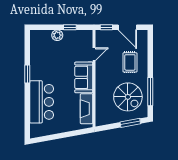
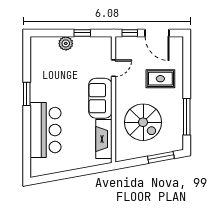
rug: (130, 62) -> (160, 79), turned 90
spiral stairs: (128, 97) -> (143, 122), moved

